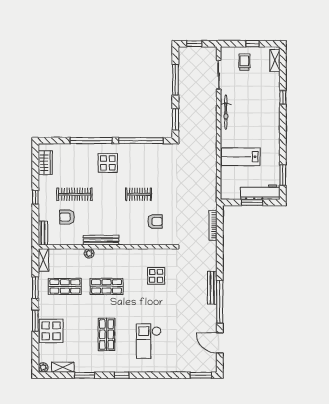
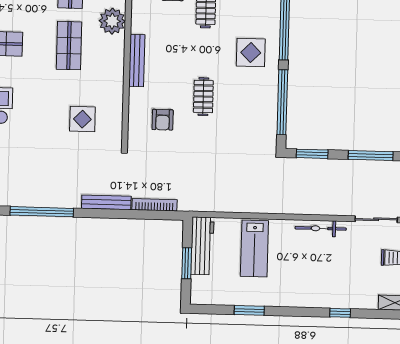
lab bench: (241, 157) -> (254, 249), turned 180
window: (283, 175) -> (249, 310), moved
workbench: (260, 192) -> (202, 246), moved
bench: (101, 240) -> (137, 61), moved
plant: (89, 253) -> (112, 21), width x1.87, depth x1.87
bench: (212, 288) -> (106, 202), moved

